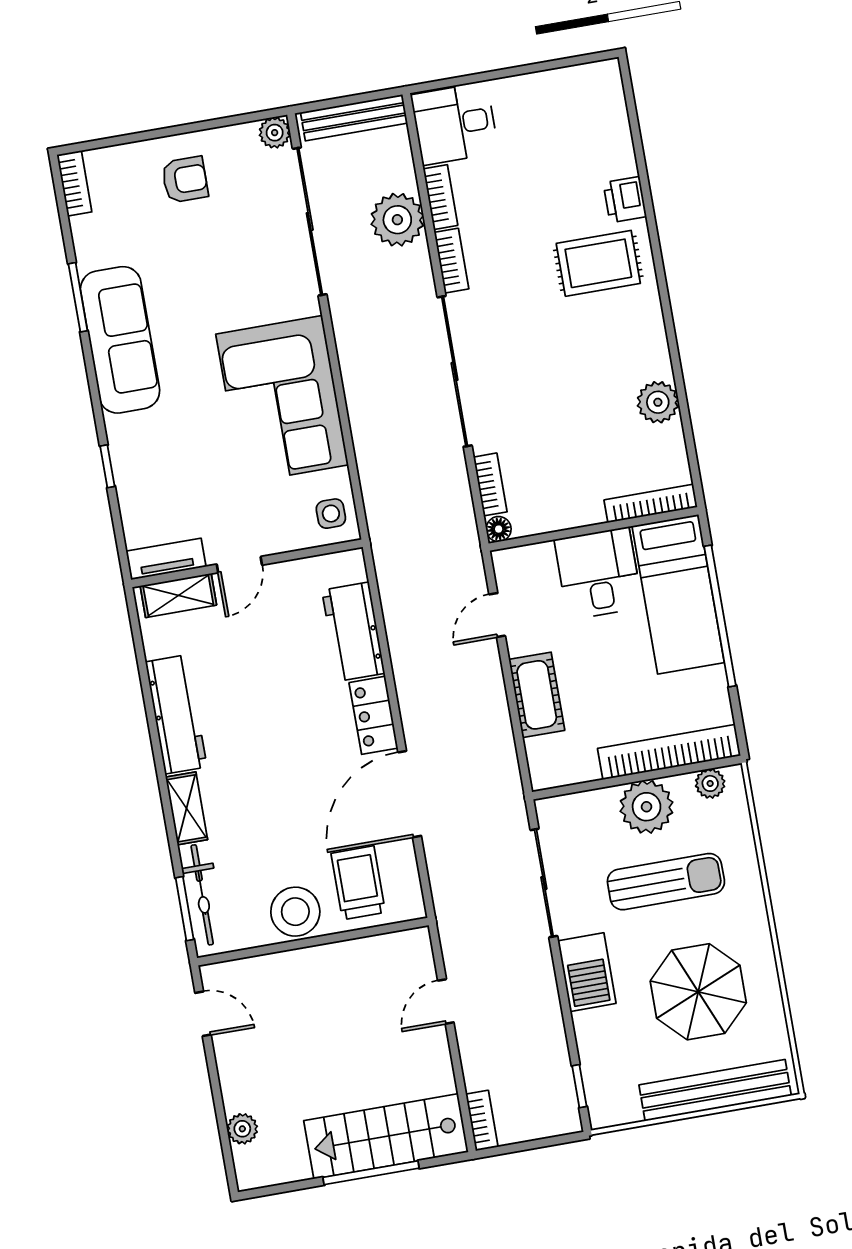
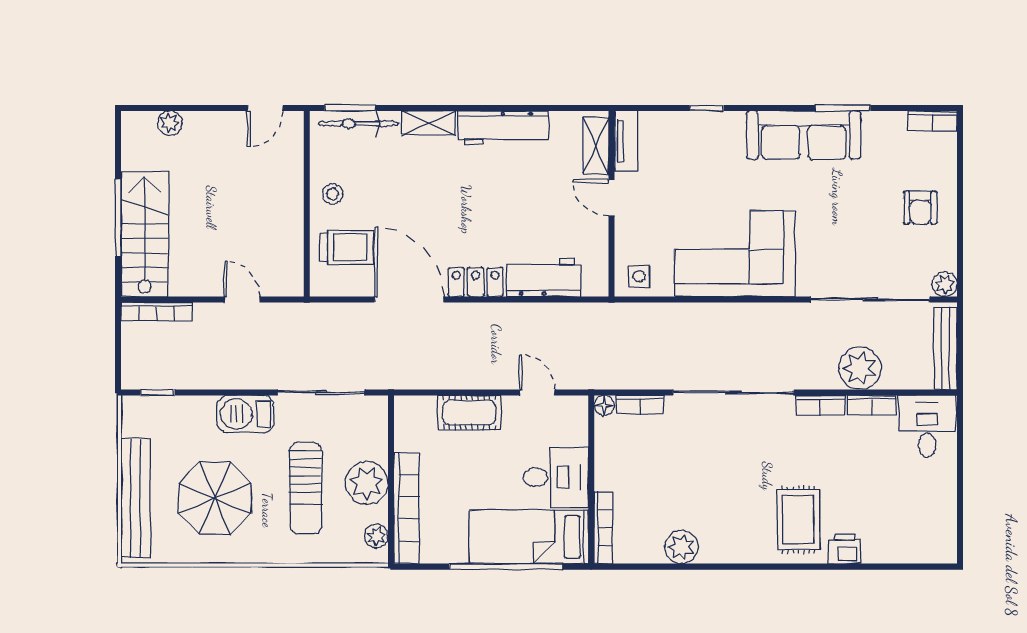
stool: (295, 912) -> (333, 194), width x0.53, depth x0.53
bookcase: (482, 1121) -> (157, 312), width x1.56

